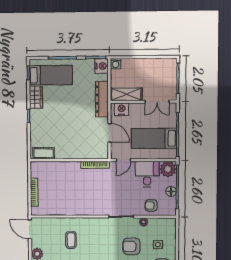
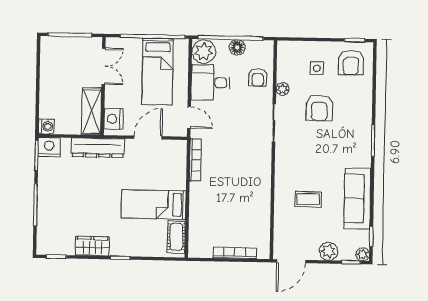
bed: (51, 75) -> (154, 204), moved, turned -90

